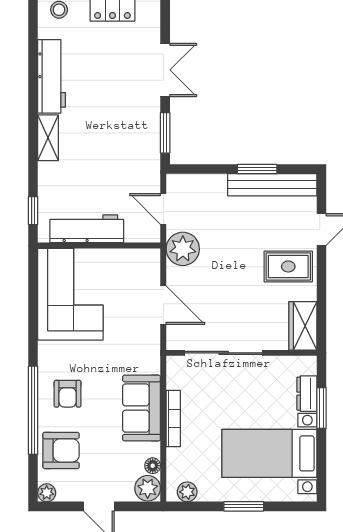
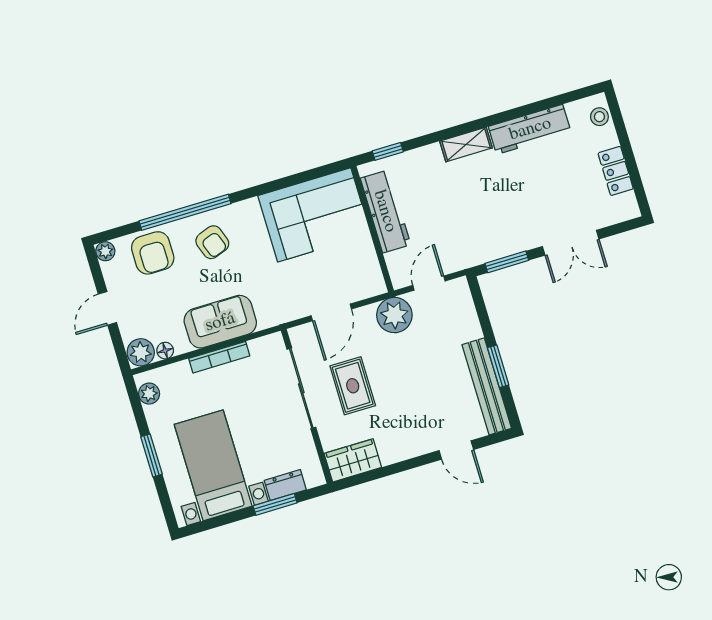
rug: (288, 266) -> (353, 386), moved
armchair: (68, 394) -> (212, 242), turned -110

